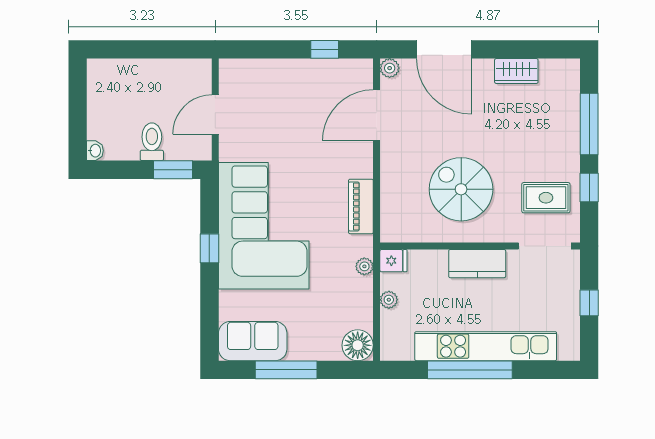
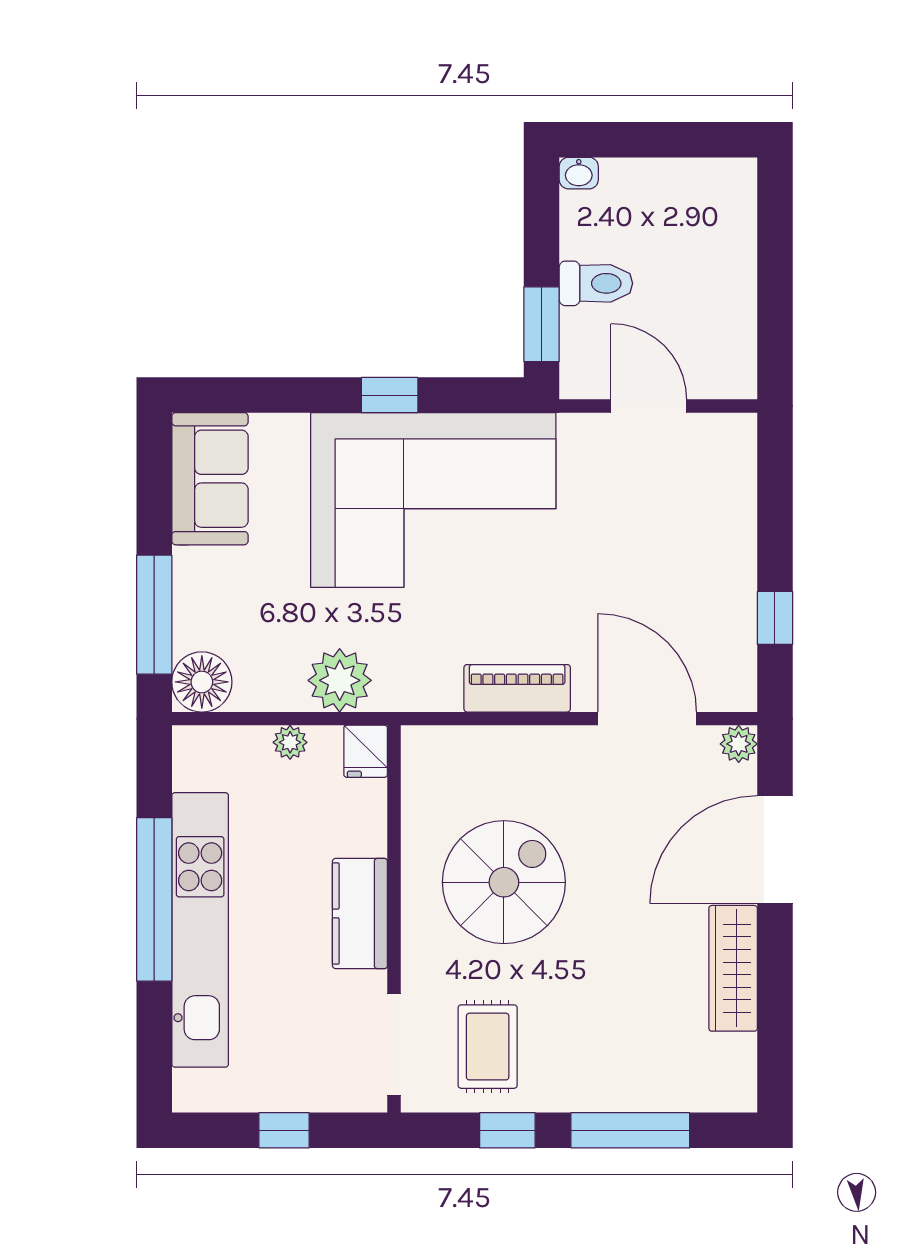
wardrobe: (516, 71) -> (733, 968), width x1.50
piano: (361, 206) -> (517, 688), moved
plant: (364, 266) -> (340, 680), width x1.88, depth x1.88
window: (286, 370) -> (154, 615), moved

